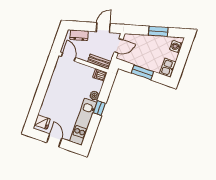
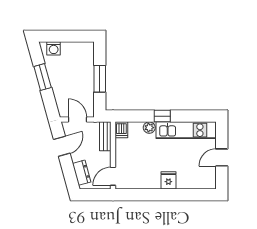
door: (103, 28) -> (62, 146), swing flipped
kitchen sink: (168, 68) -> (83, 50), removed
fridge: (42, 122) -> (168, 180), moved

